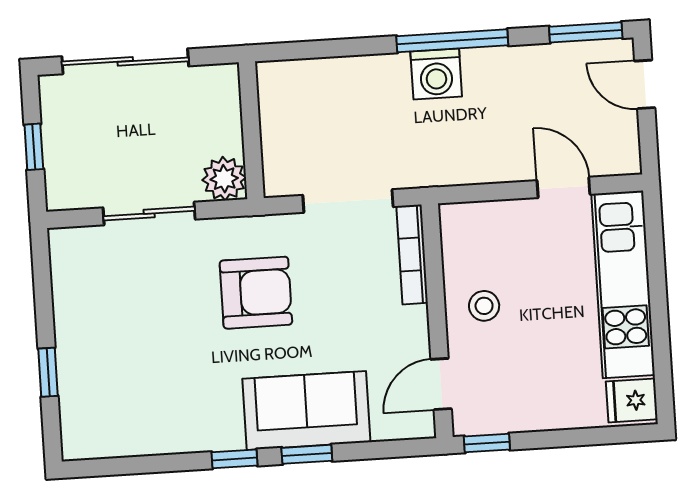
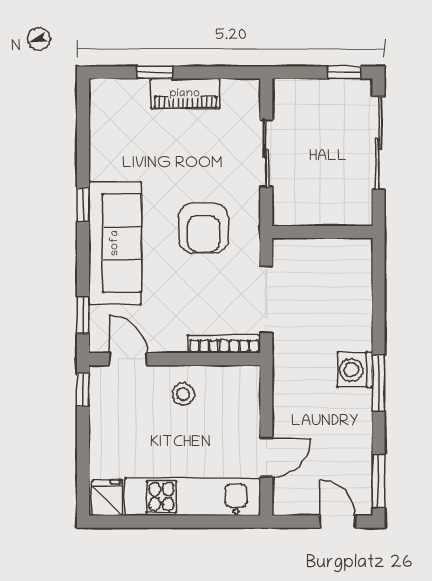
window: (452, 41) -> (379, 383), width x0.69
door: (645, 84) -> (338, 522), hinge flipped
window: (34, 147) -> (344, 72), moved
plant: (224, 179) -> (288, 210), removed
piano: (74, 329) -> (185, 94), added
sofa: (306, 410) -> (115, 243), width x1.36
window: (307, 454) -> (83, 315), moved

